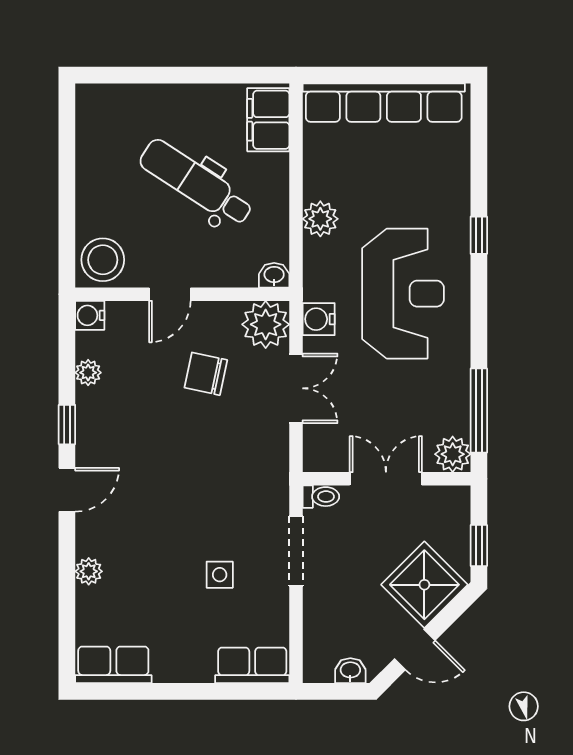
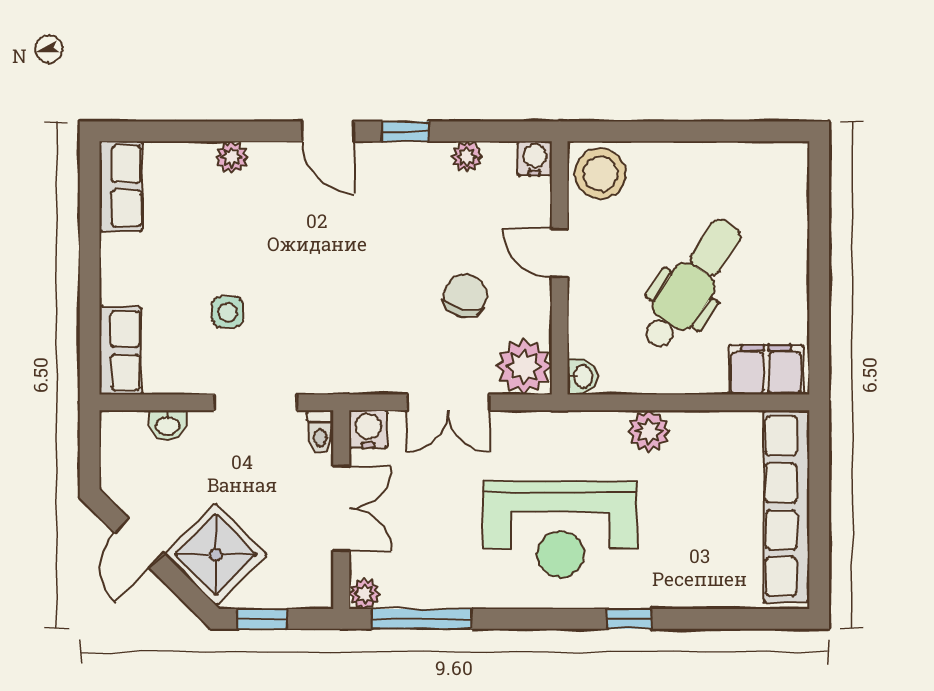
water cooler: (319, 319) -> (368, 429), moved
plant: (453, 454) -> (364, 594), width x0.73, depth x0.73
washbasin: (350, 671) -> (168, 425), moved, turned 90

